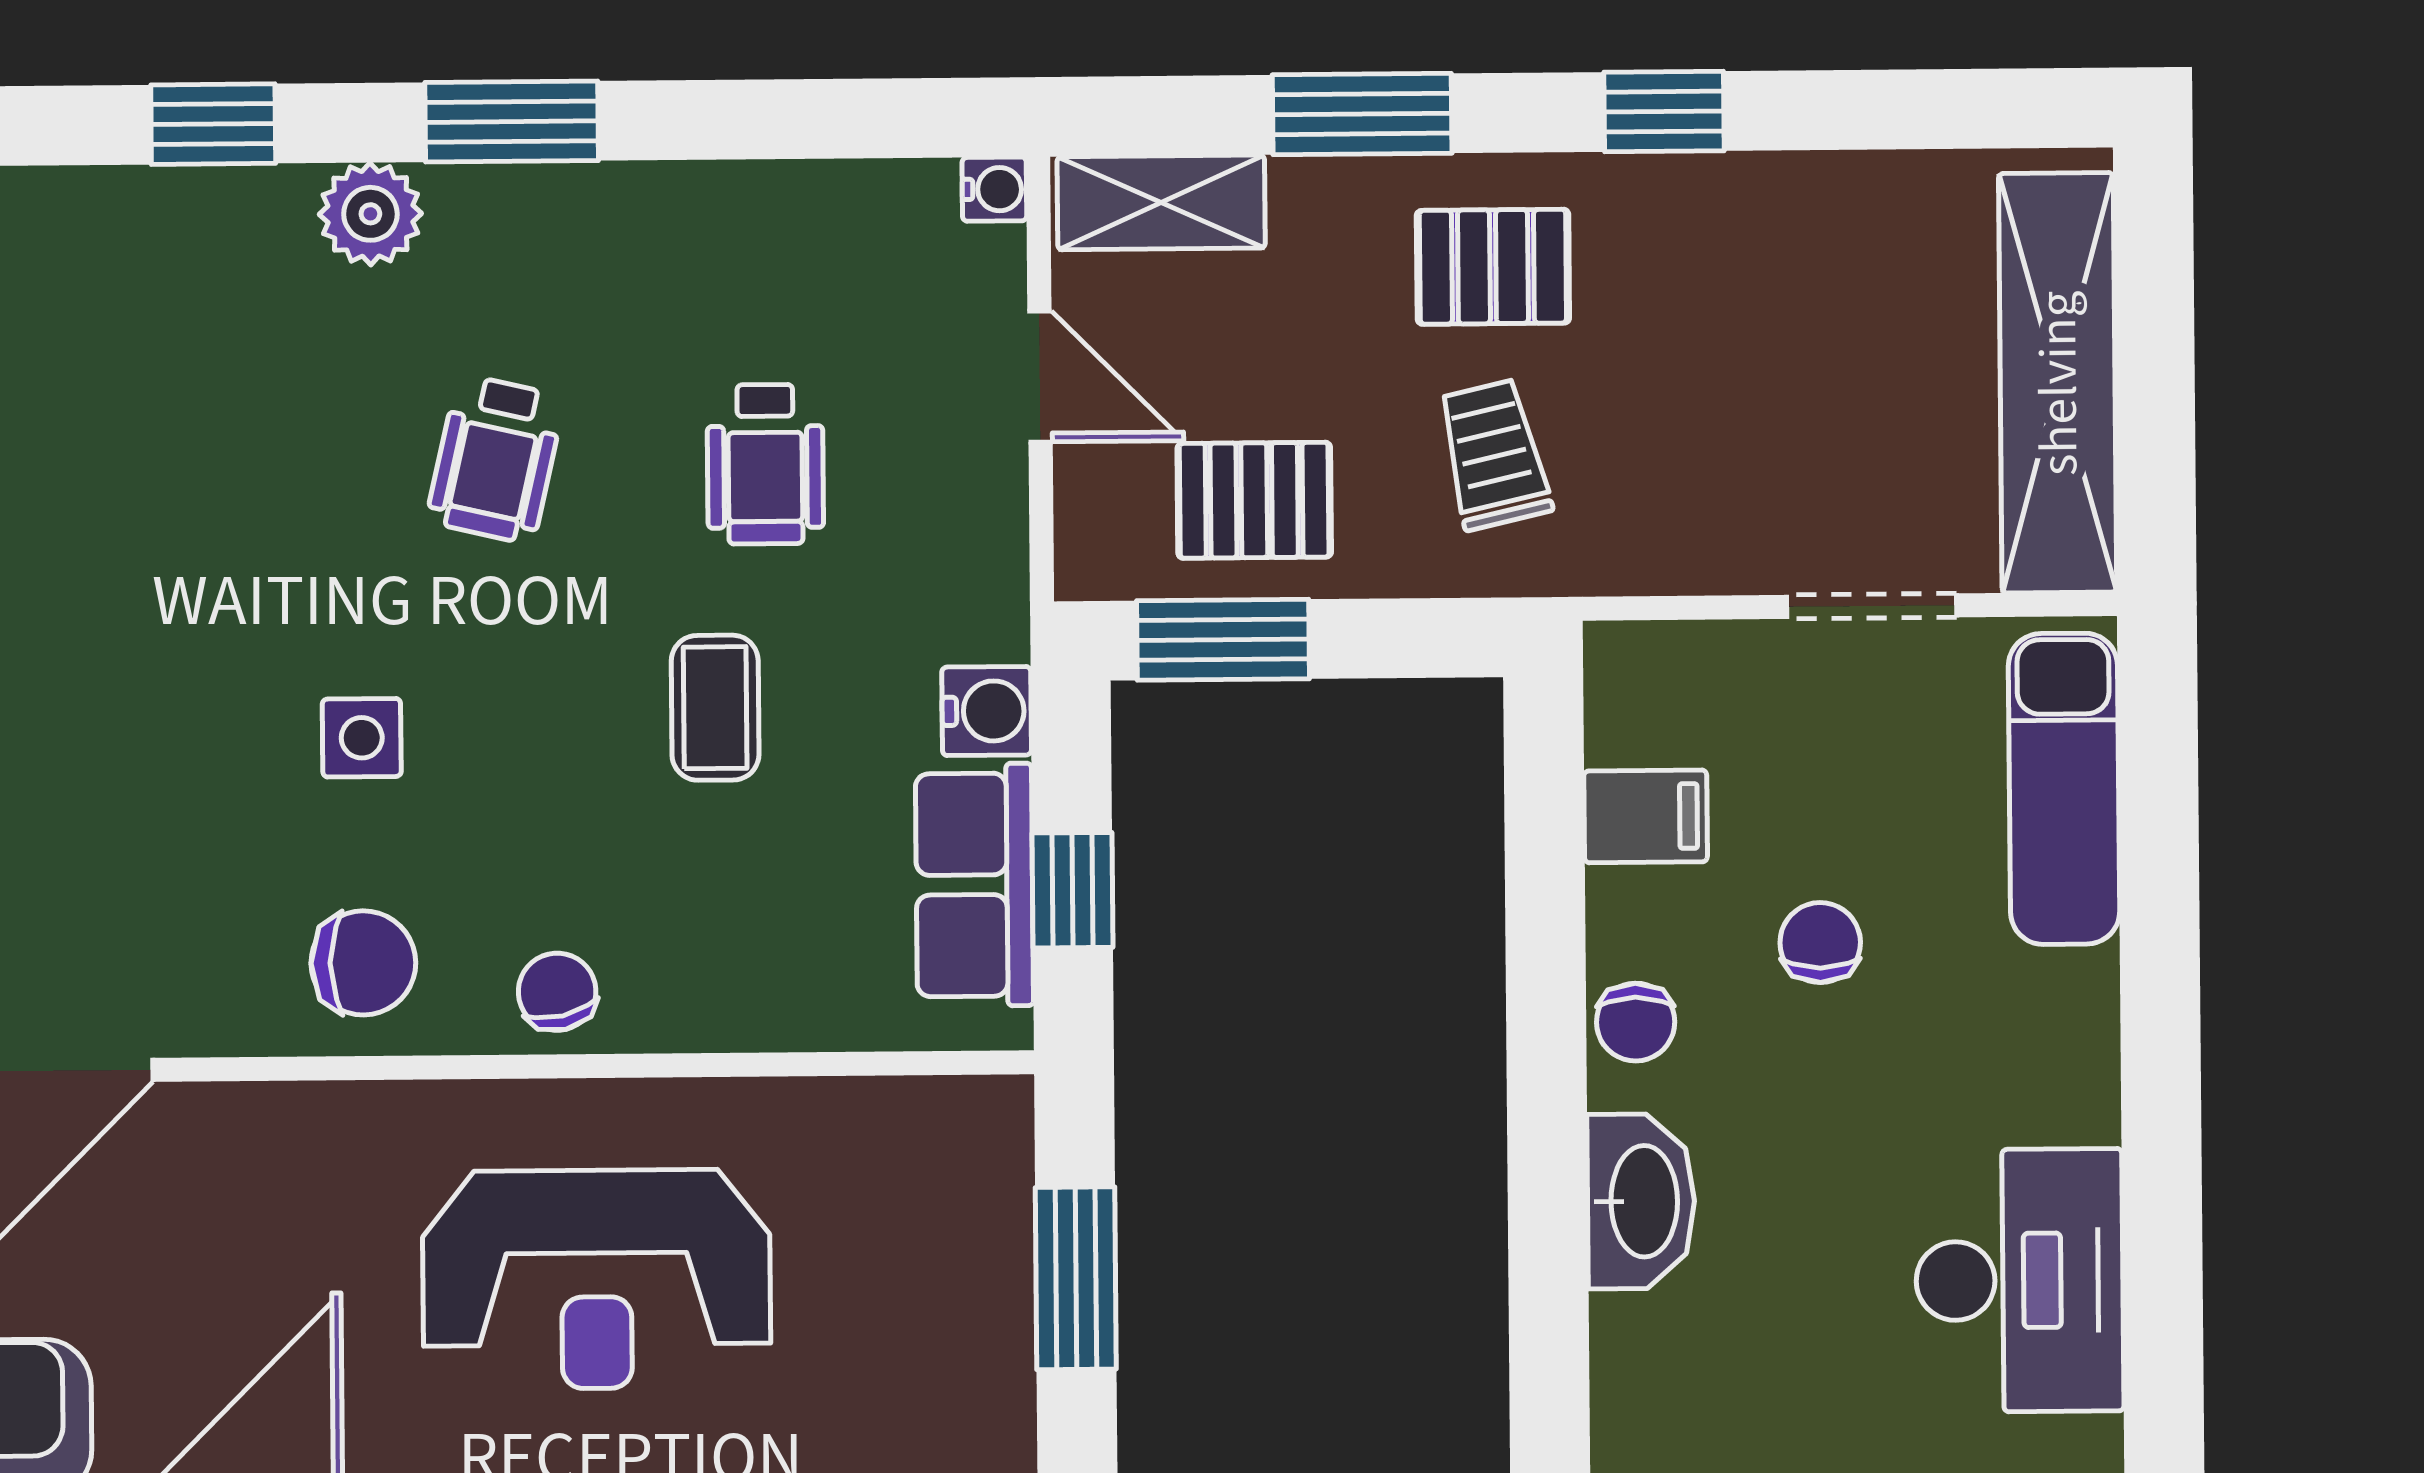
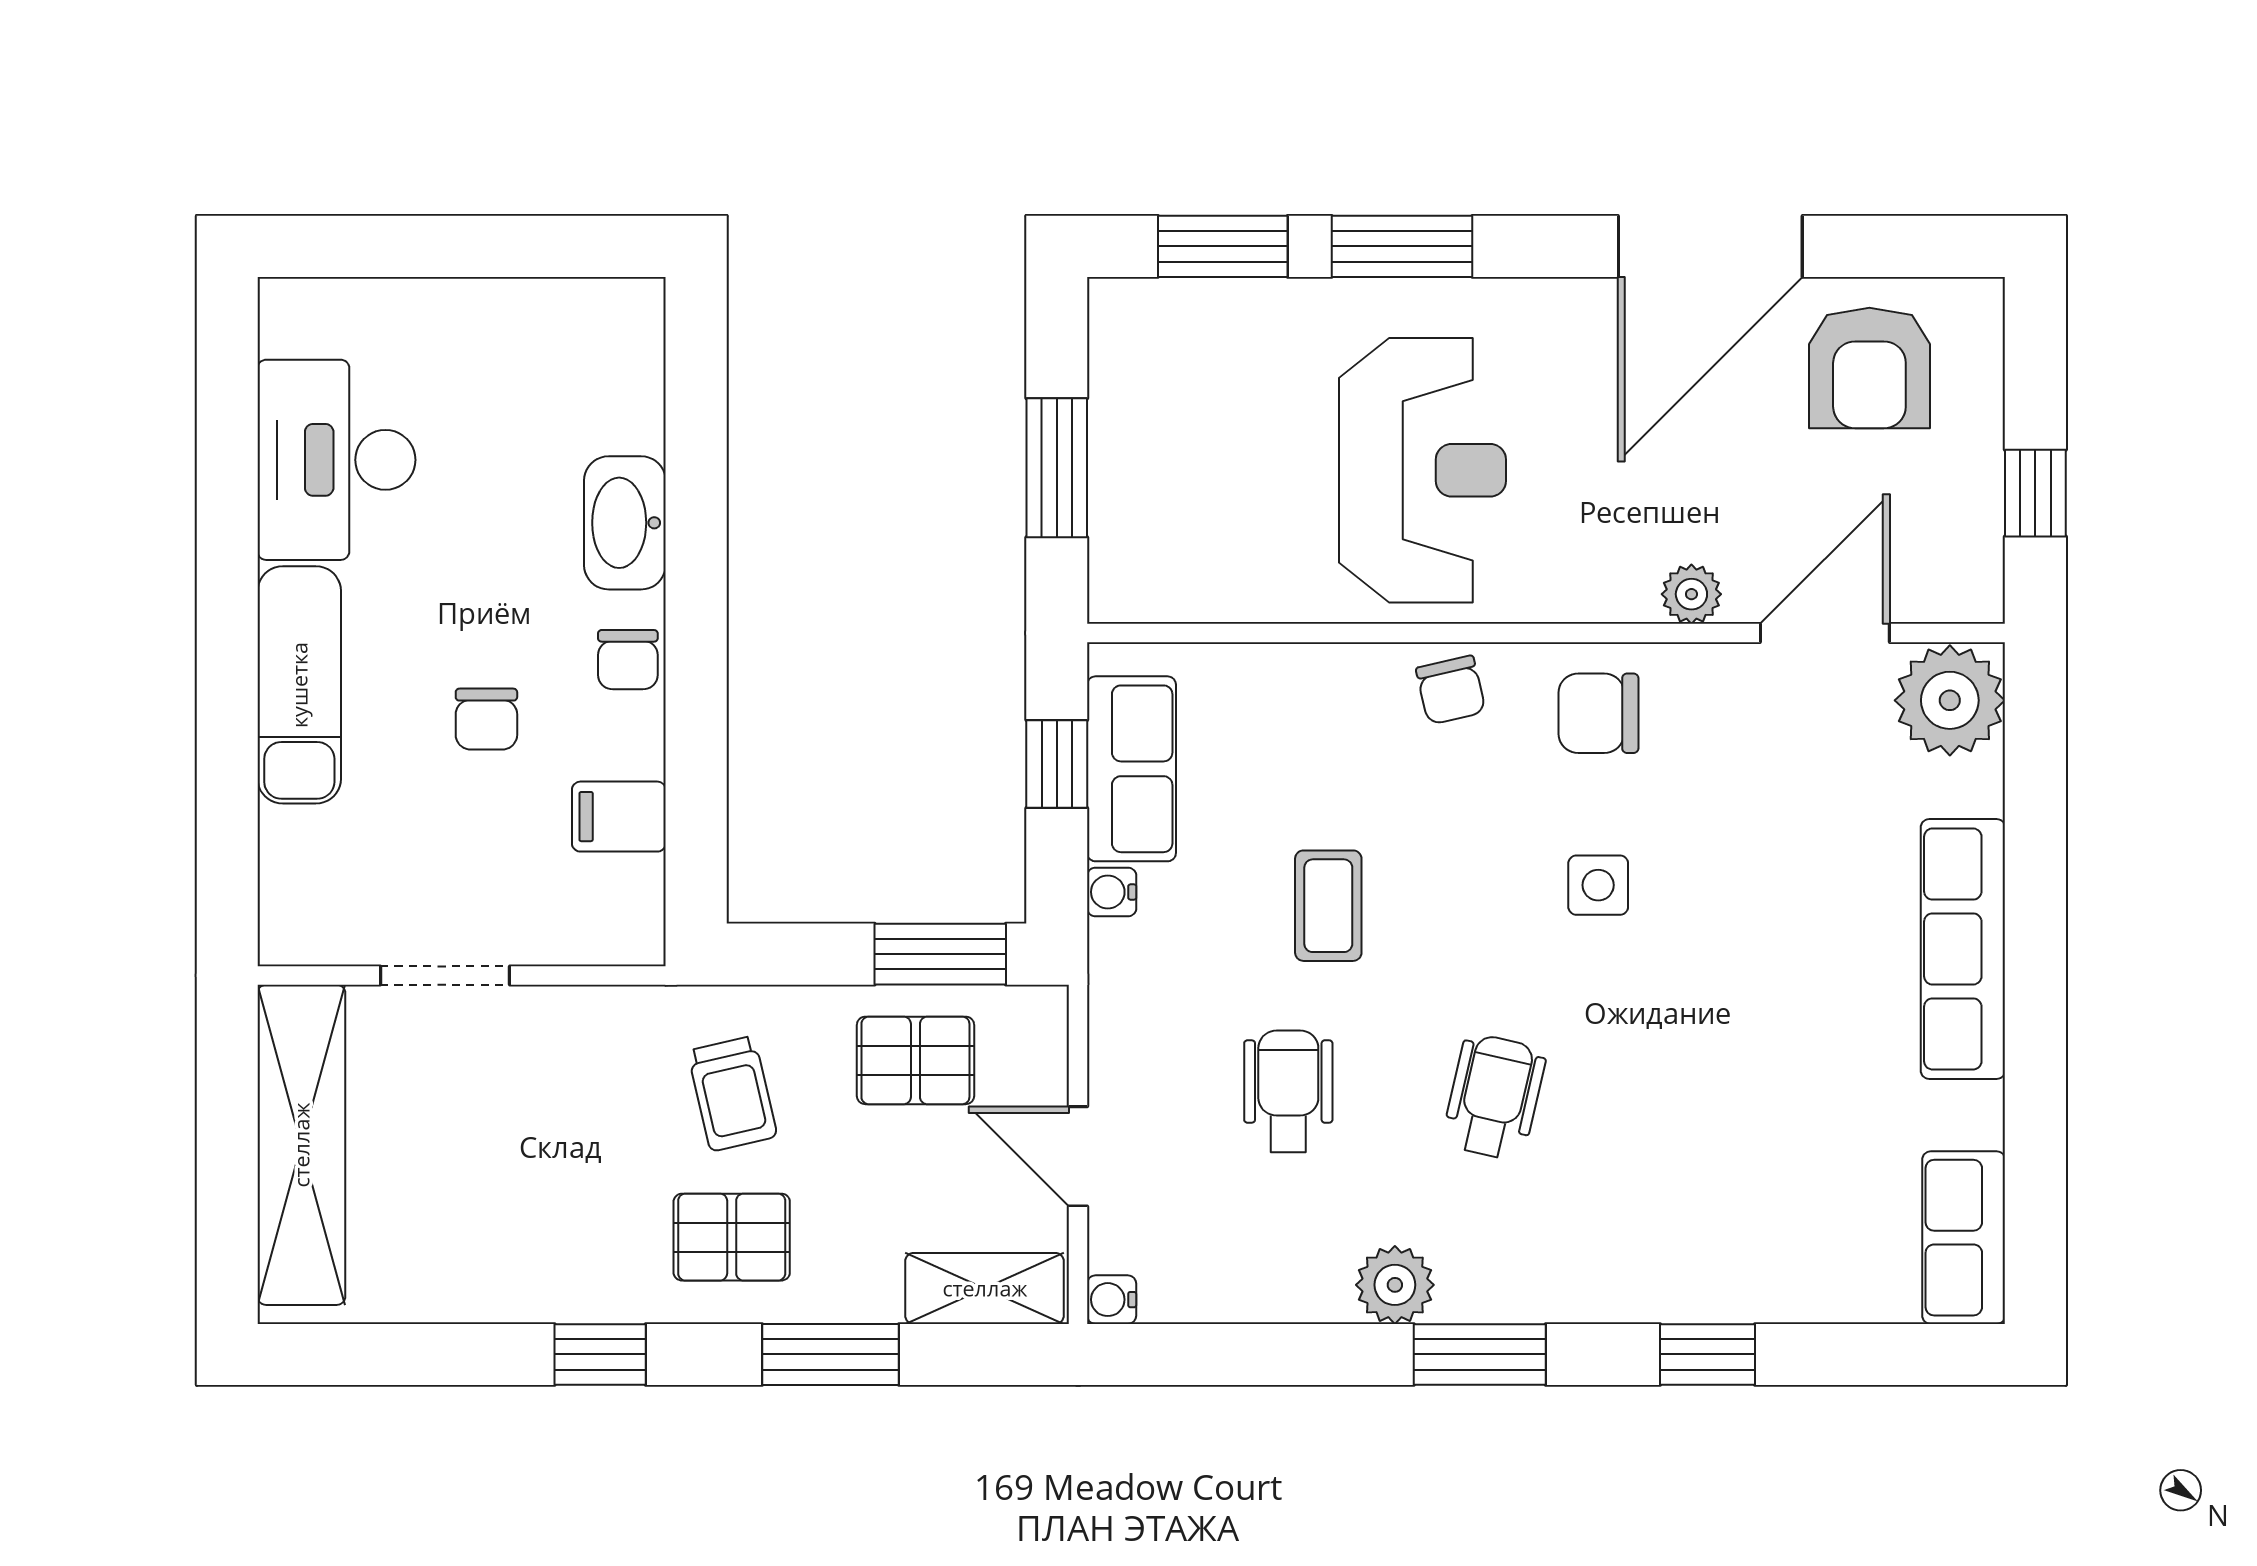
plant: (370, 214) -> (1395, 1285), moved
water cooler: (987, 711) -> (1112, 892), width x0.72, depth x0.72
exam couch: (2064, 789) -> (299, 685), moved
chair: (1636, 1022) -> (628, 660), turned 180
plant: (243, 1120) -> (1691, 594), added
reception desk: (597, 1279) -> (1423, 470), turned 90

